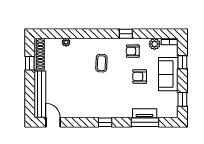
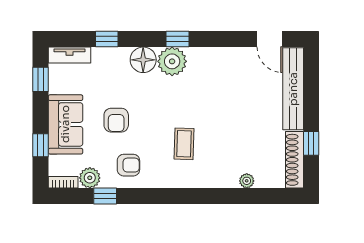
window: (126, 34) -> (105, 196), moved
armchair: (140, 76) -> (116, 120), turned 90
plant: (108, 110) -> (172, 61), added
floor lamp: (124, 111) -> (143, 60), added
tv unit: (145, 113) -> (70, 55), moved
window: (145, 122) -> (107, 39), width x0.46

